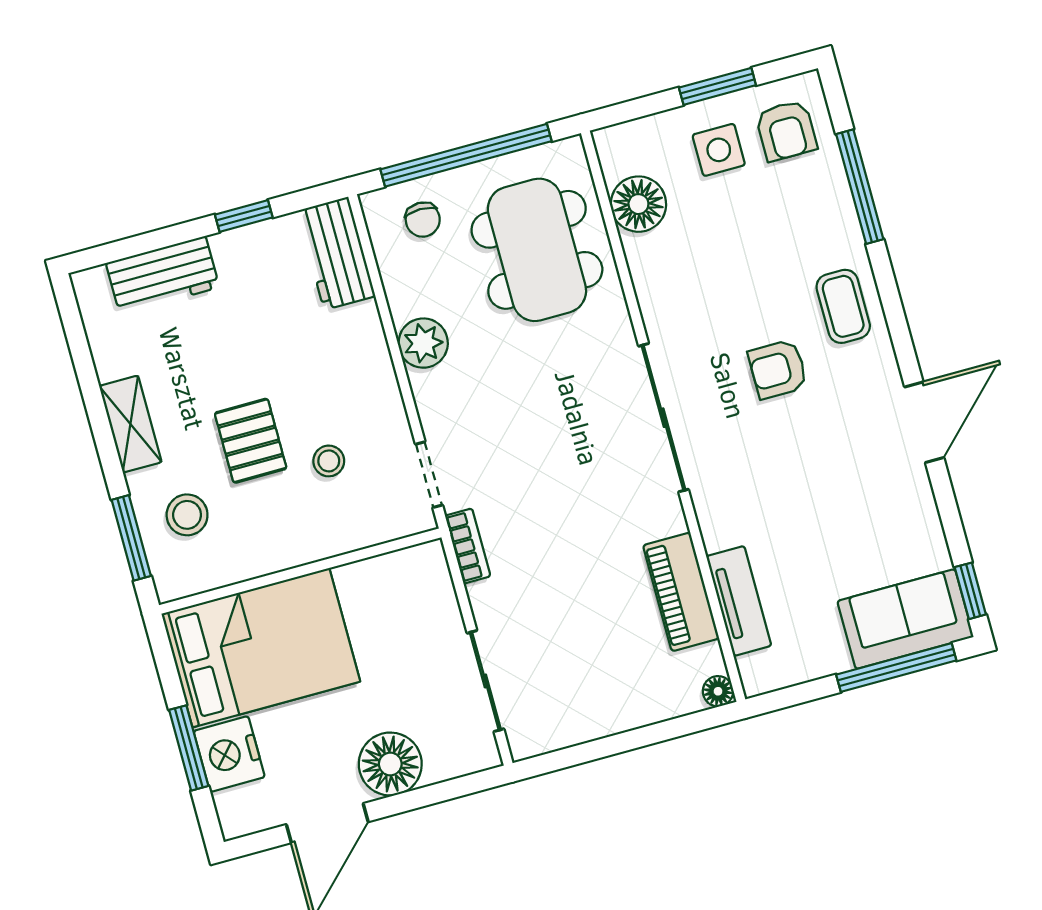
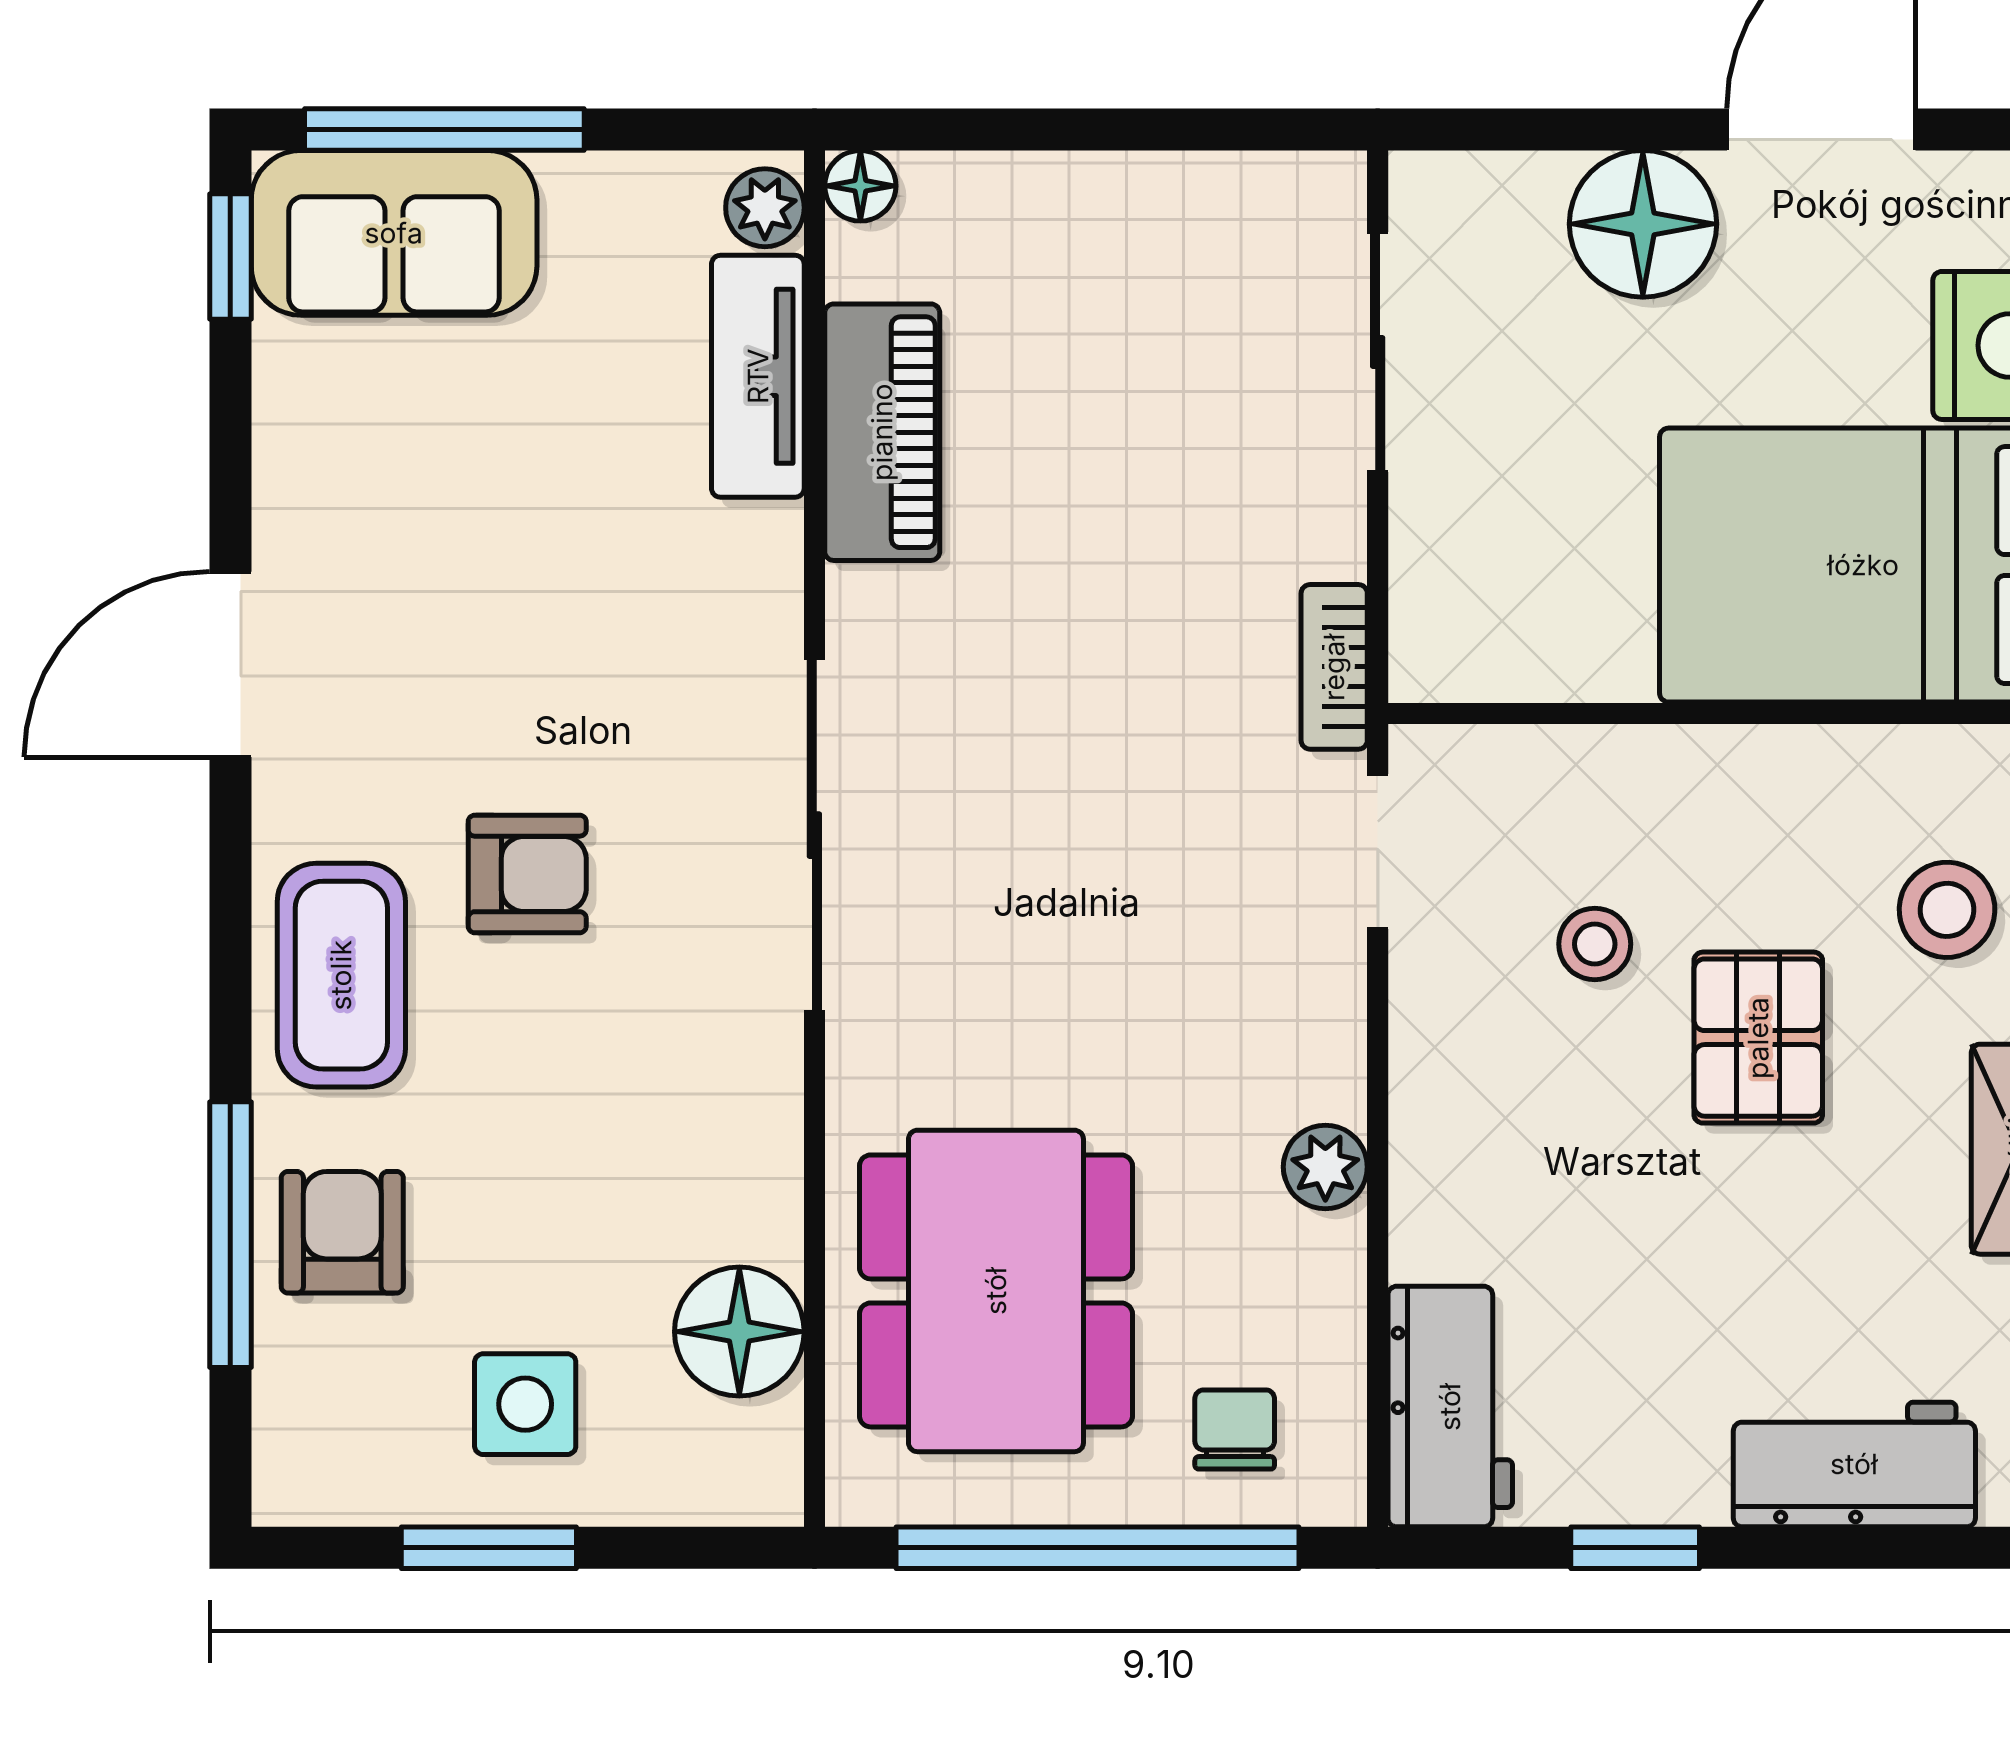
armchair: (786, 131) -> (342, 1232), moved
coffee table: (843, 306) -> (341, 975), width x1.36, depth x1.30
plant: (423, 343) -> (1325, 1167), width x0.73, depth x0.73
plant: (755, 671) -> (765, 208), added

